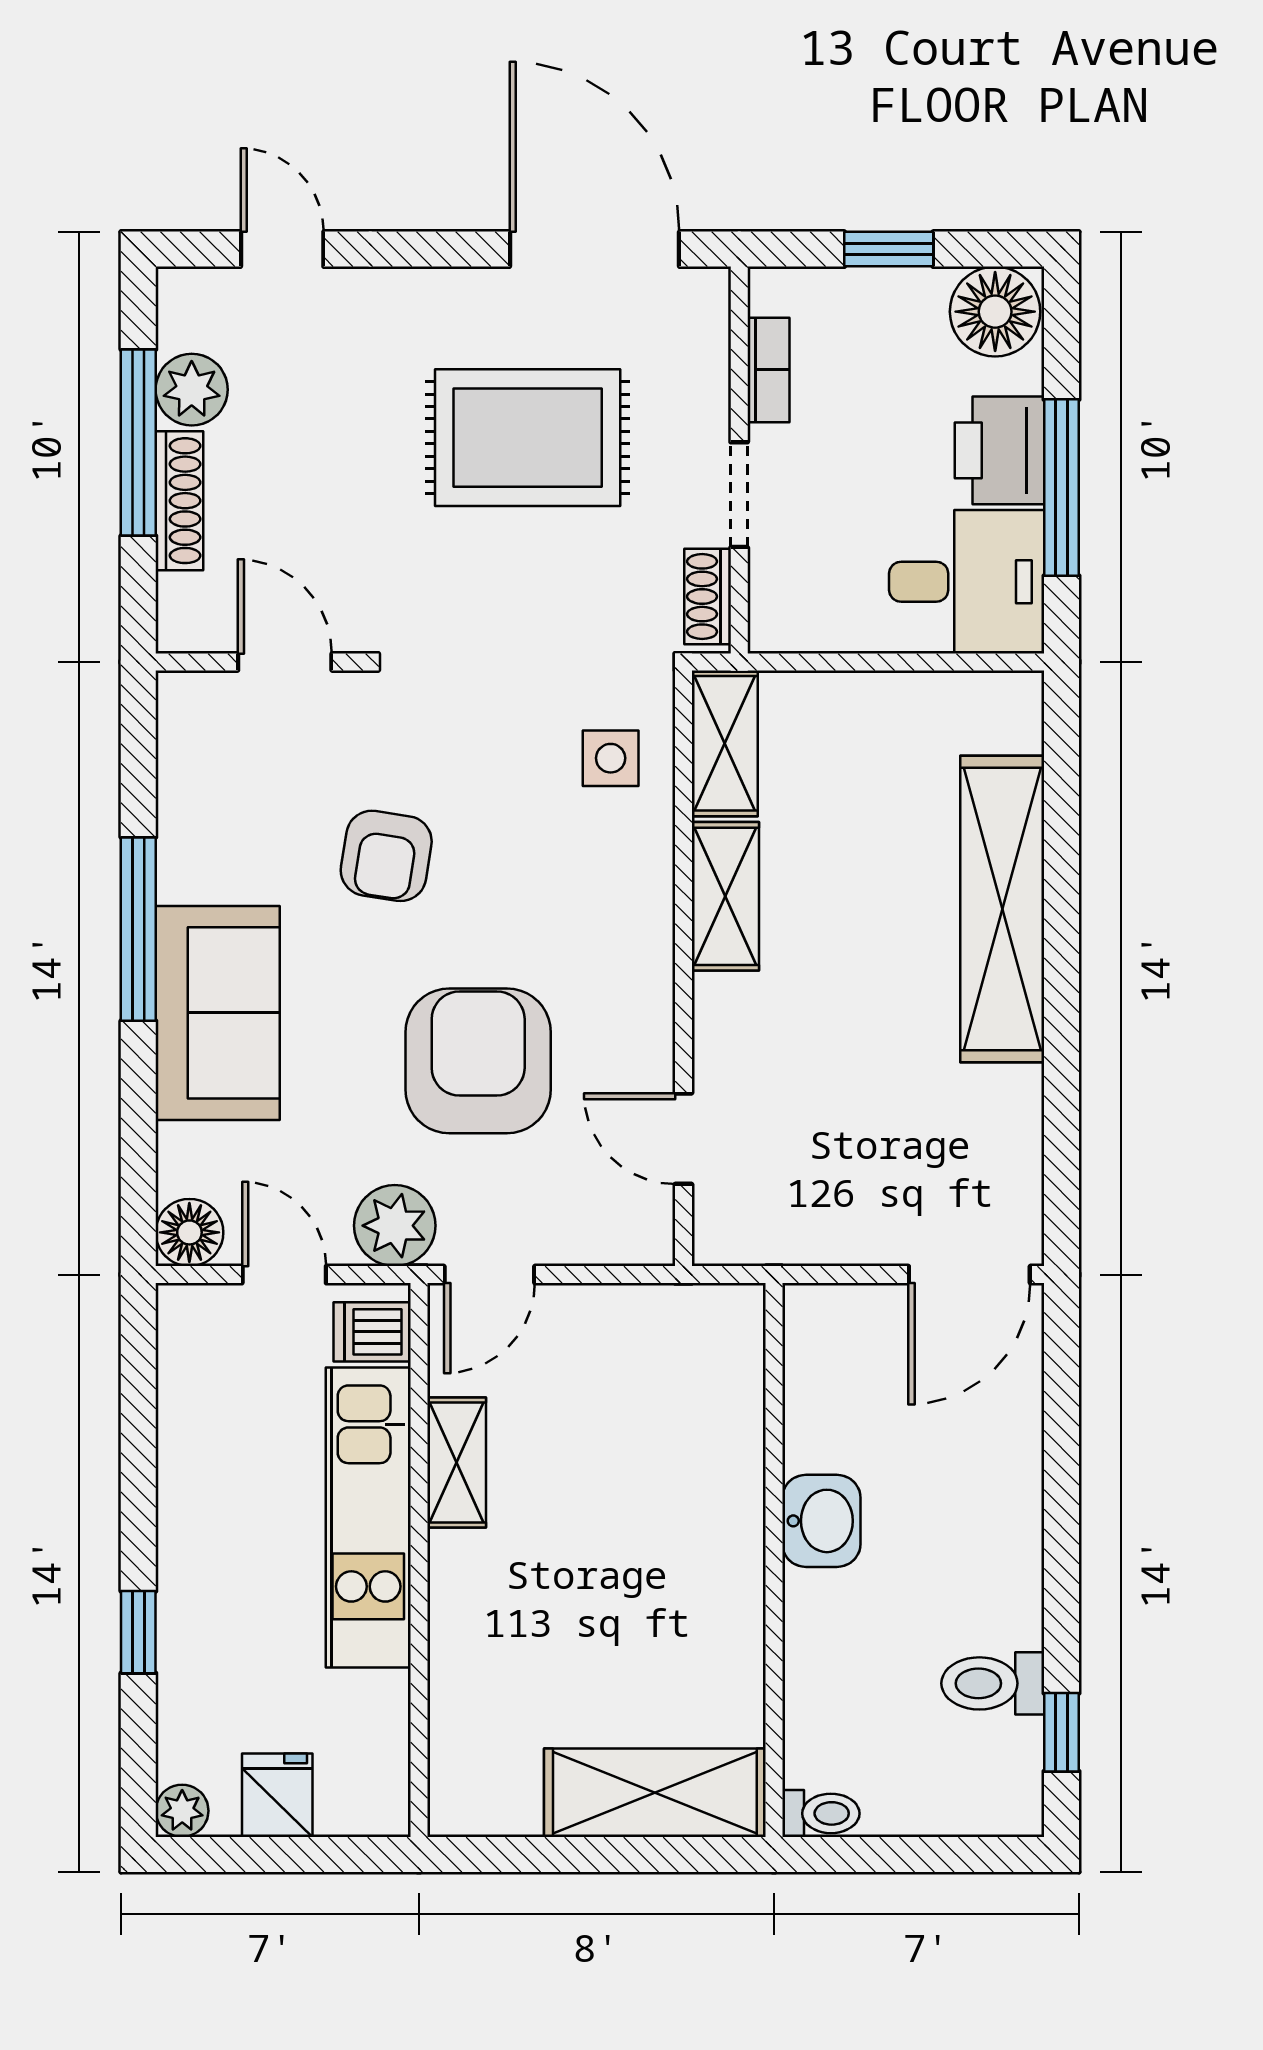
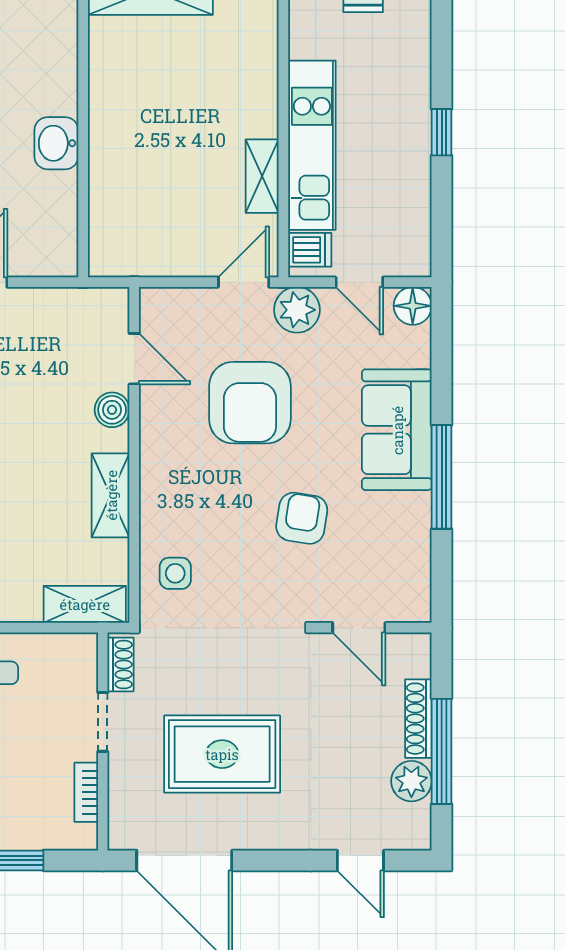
shelving: (725, 743) -> (85, 604), moved, turned 90
boiler: (723, 1048) -> (112, 410), added
window: (138, 1632) -> (442, 132), moved

